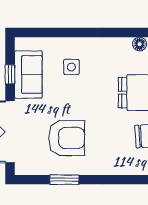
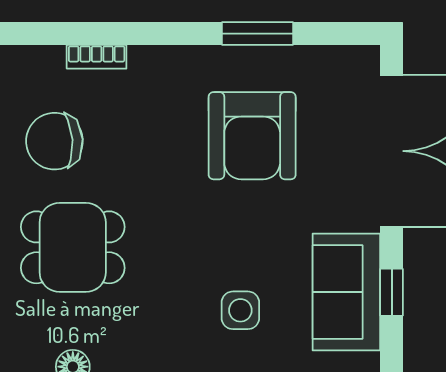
armchair: (67, 138) -> (252, 136), turned -90
bookcase: (130, 170) -> (97, 57), added

